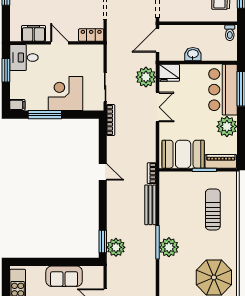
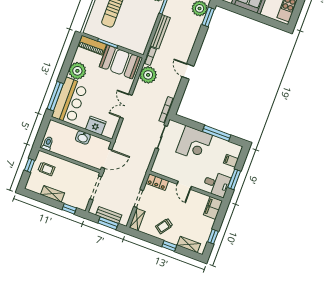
filing cabinet: (34, 33) -> (213, 208), moved, turned 90
fridge: (169, 73) -> (96, 126), moved
plant: (146, 77) -> (148, 75), moved
filing cabinet: (17, 105) -> (231, 161), moved

